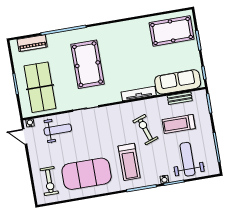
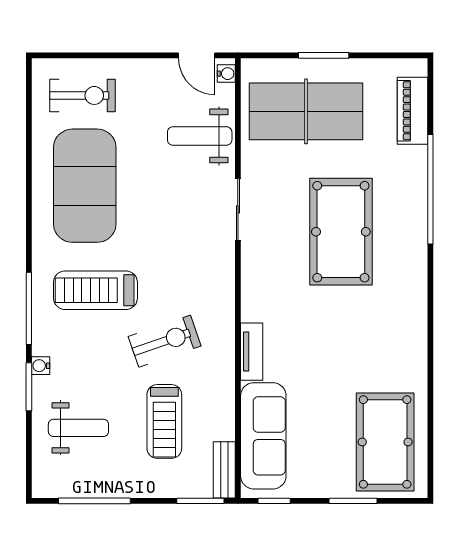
pool table: (87, 64) -> (341, 232), turned 90
tv unit: (139, 94) -> (252, 352), width x0.71
bench: (180, 98) -> (224, 470), moved
treadmill: (179, 124) -> (164, 421), turned 180
weight bench: (58, 130) -> (200, 136), turned 90
door: (25, 137) -> (197, 55), swing flipped
weight bench: (187, 159) -> (78, 428), width x0.73, depth x0.75
exercise bike: (49, 181) -> (83, 95), turned 180

